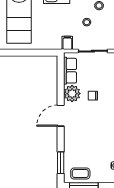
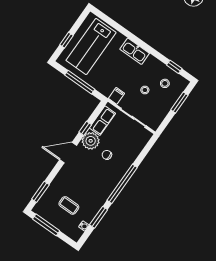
window: (30, 53) -> (80, 82), added
window: (61, 87) -> (85, 128), added
coffee table: (80, 174) -> (69, 205), moved

